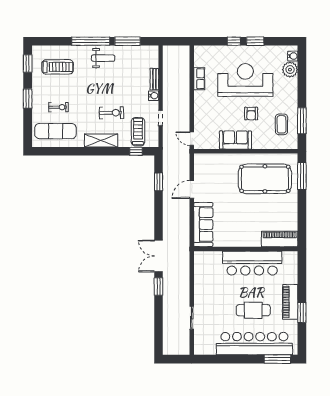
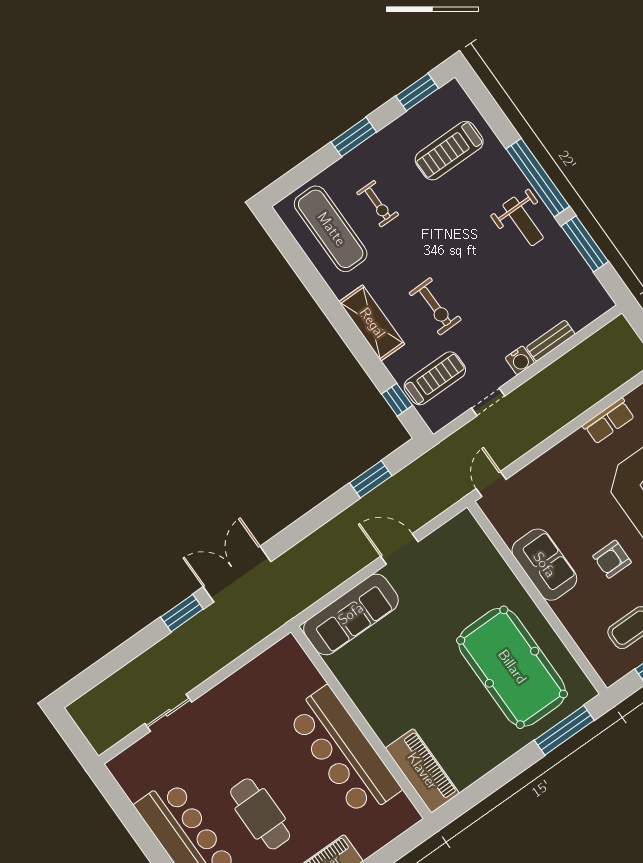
treadmill: (58, 67) -> (449, 151), turned 90

